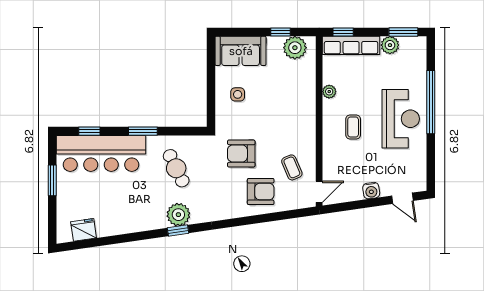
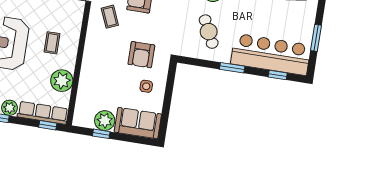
plant: (295, 48) -> (105, 121), moved
plant: (329, 92) -> (62, 81), width x1.88, depth x1.88
armchair: (241, 154) -> (141, 55), moved, turned 90

